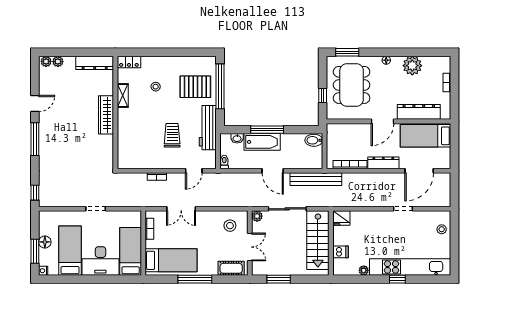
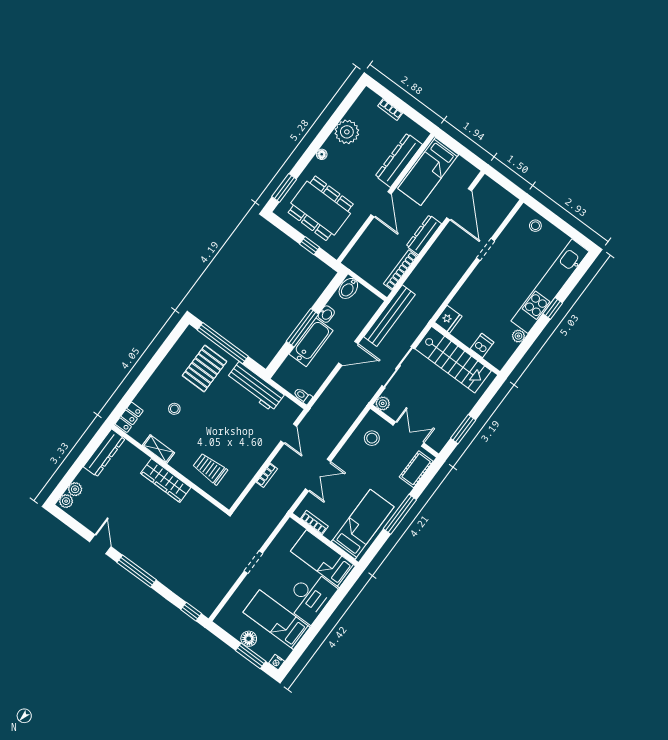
trolley: (172, 135) -> (210, 469), moved
washbasin: (237, 138) -> (326, 314), moved

